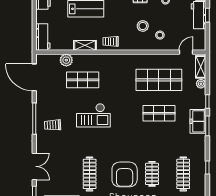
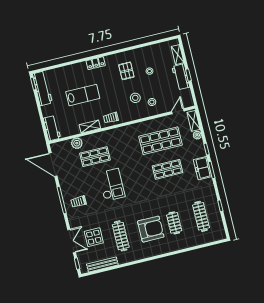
checkout: (93, 115) -> (112, 185), turned -90
display table: (60, 168) -> (94, 237), added
armchair: (125, 174) -> (151, 229), turned -90

